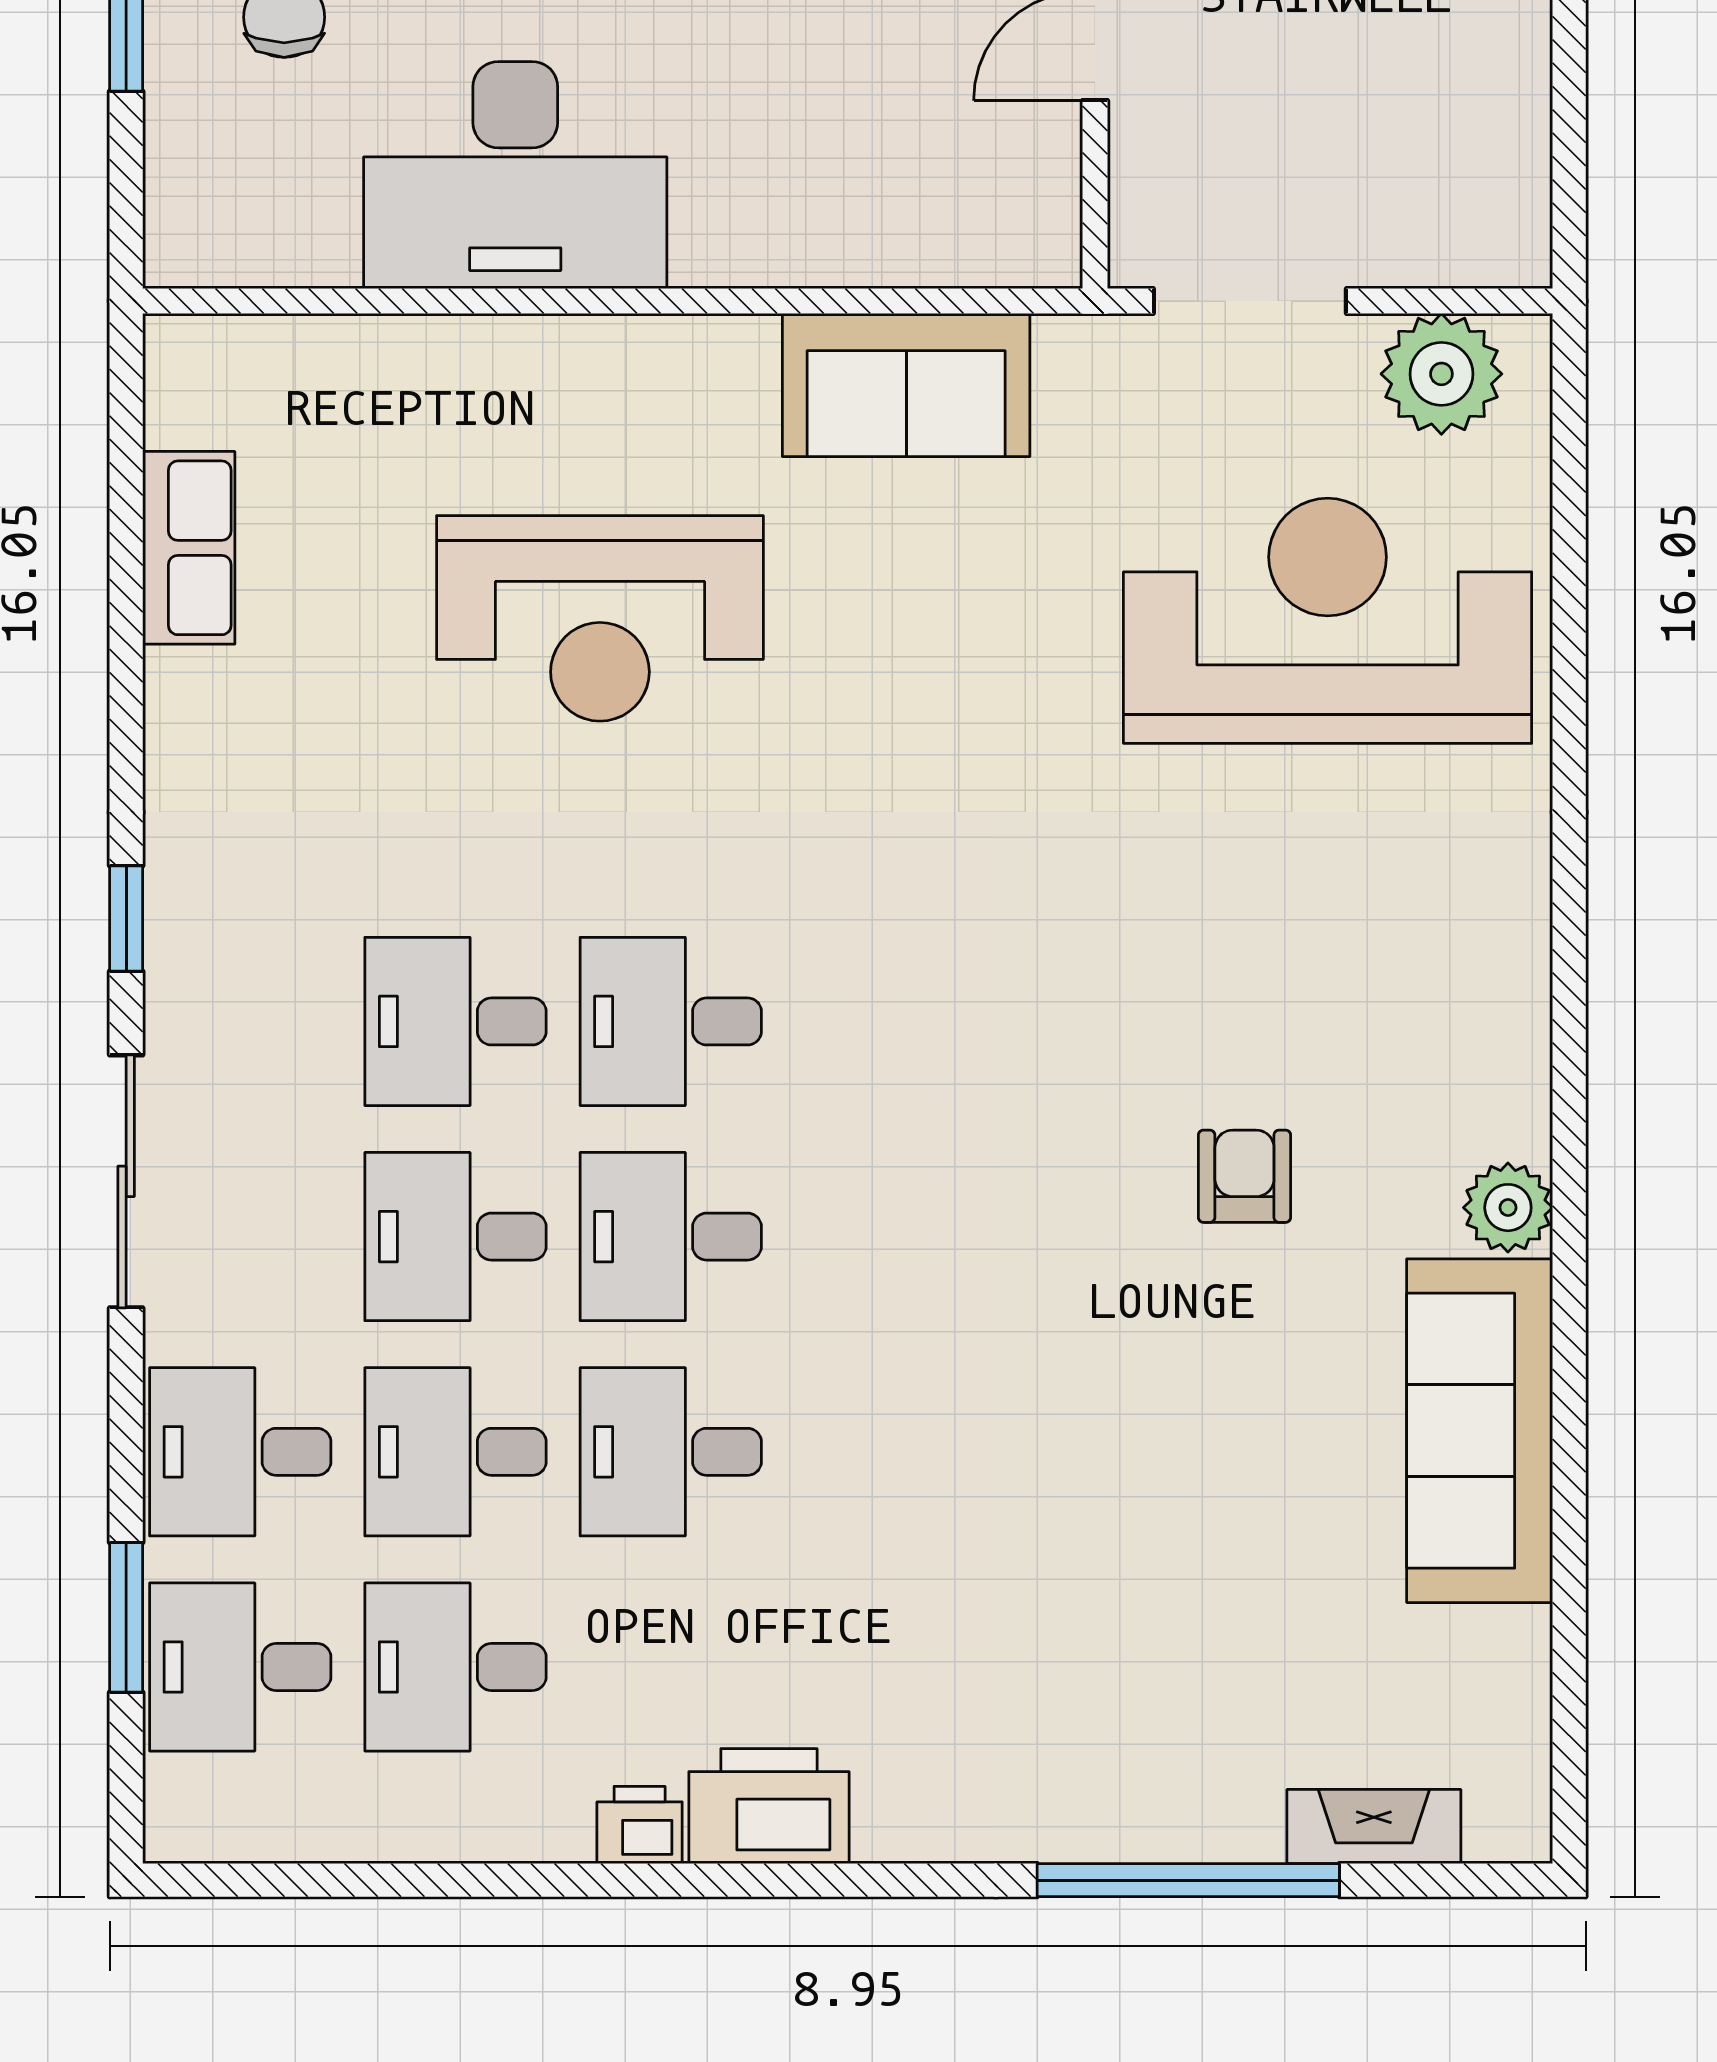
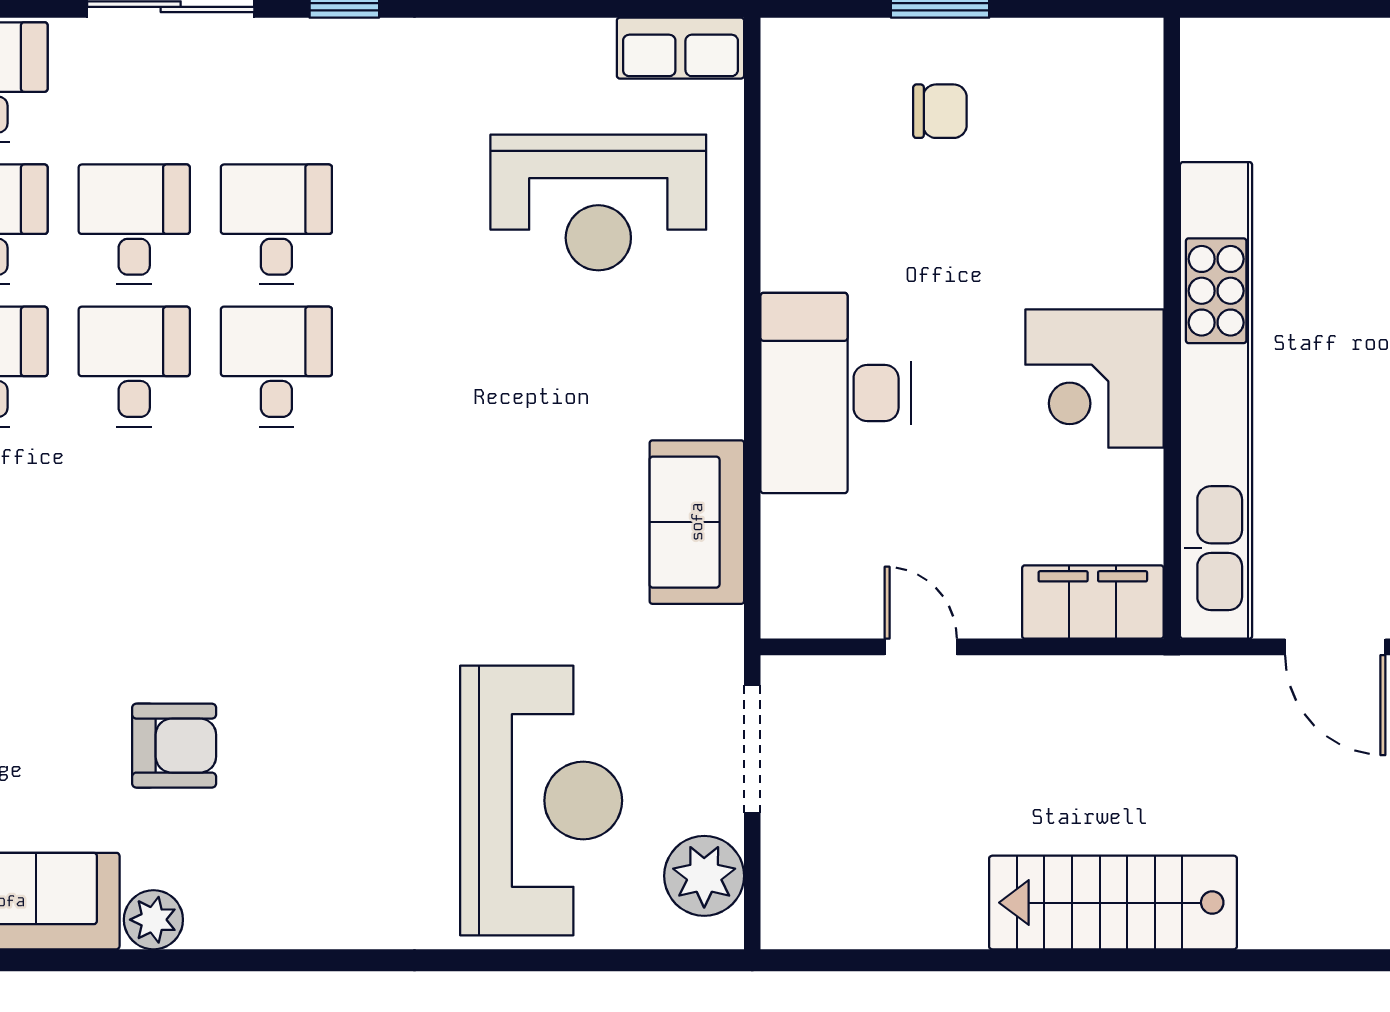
desk: (515, 175) -> (836, 393), moved
row of seats: (189, 548) -> (680, 48), moved
reception desk: (600, 618) -> (598, 203), moved, turned -90
armchair: (1244, 1176) -> (174, 746), width x1.38, depth x1.38

